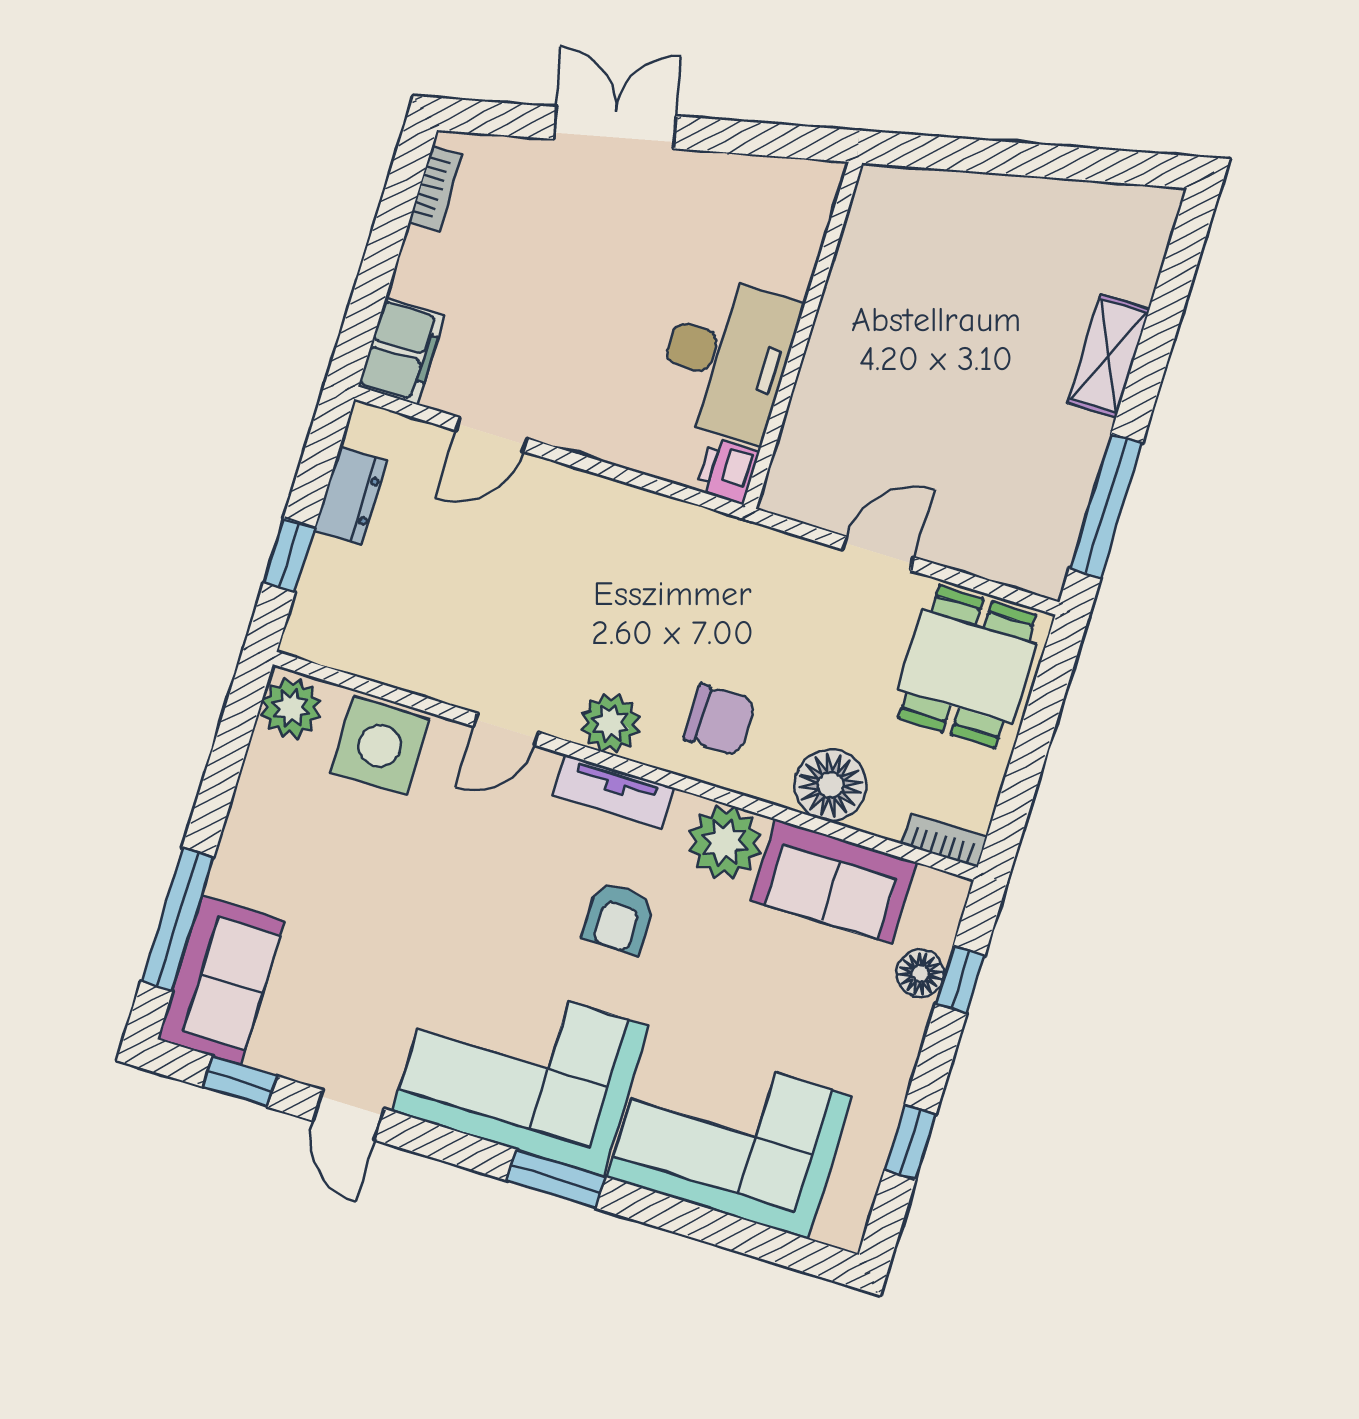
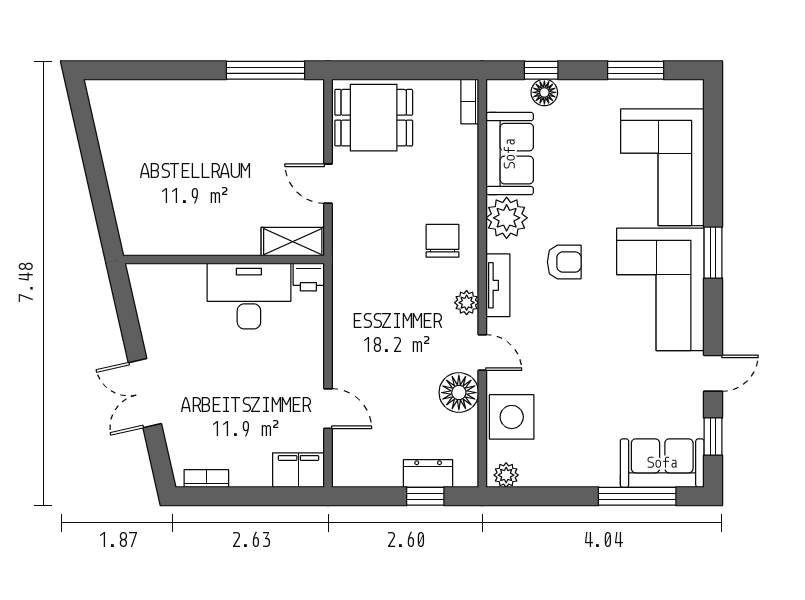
shelving: (1108, 356) -> (293, 242), moved
dresser: (350, 496) -> (428, 473), moved
plant: (291, 708) -> (506, 475), width x0.73, depth x0.73
plant: (611, 723) -> (467, 303), width x0.73, depth x0.73
floor lamp: (831, 785) -> (459, 393), moved
window: (910, 1142) -> (636, 70), width x1.50

